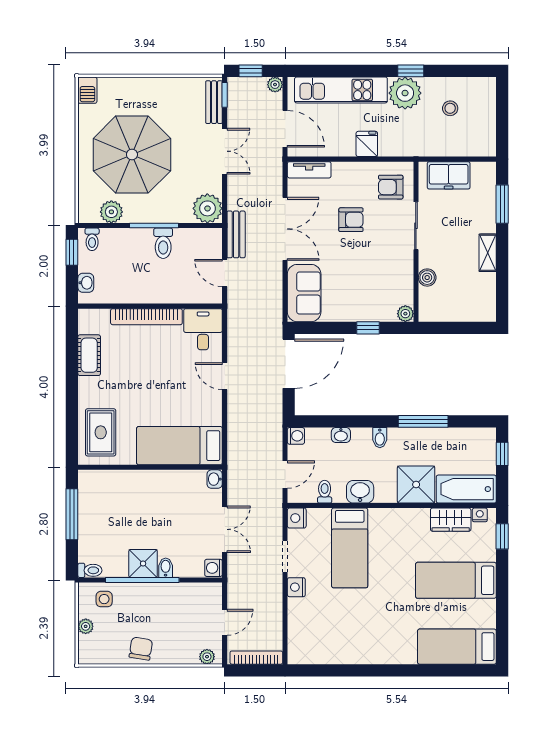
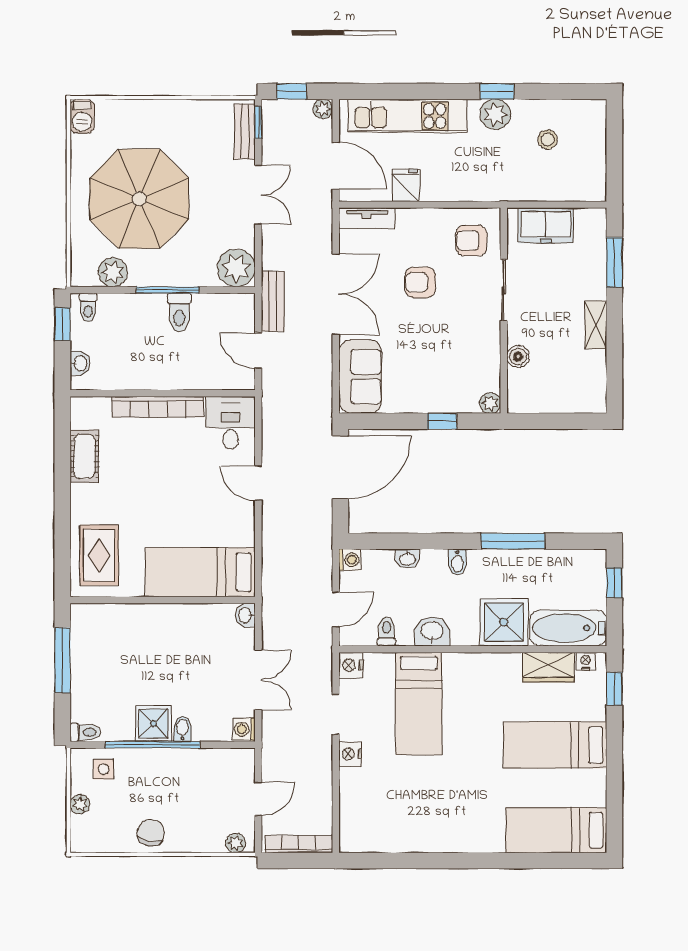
plant: (405, 93) -> (495, 114), width x0.73, depth x0.73
fridge: (367, 144) -> (406, 185), moved
armchair: (351, 220) -> (420, 282), turned 180

